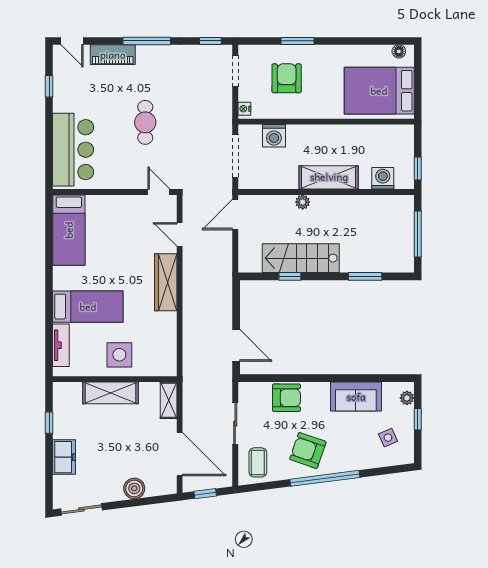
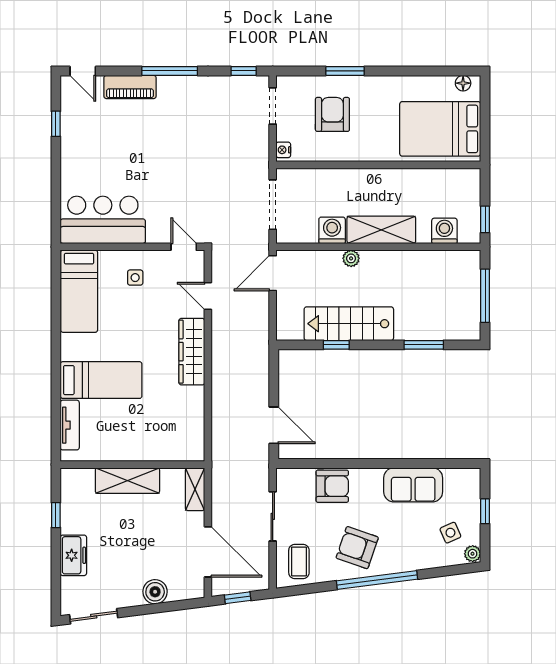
cafe table: (145, 122) -> (168, 166), removed
washing machine: (274, 136) -> (332, 230), moved, turned 180
bar counter: (73, 150) -> (103, 220), moved, turned -90
side table: (119, 355) -> (135, 278), moved, width x0.54, depth x0.54
plant: (407, 398) -> (473, 554), moved

